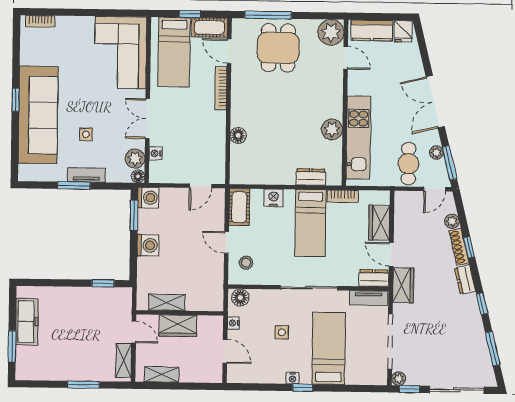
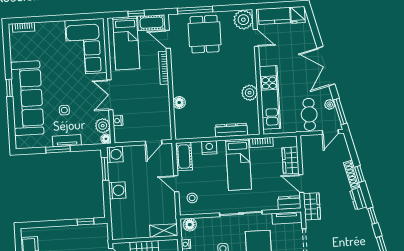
dresser: (311, 177) -> (231, 130), width x1.44
plant: (452, 221) -> (345, 155), removed
shelving: (167, 302) -> (164, 231), moved

